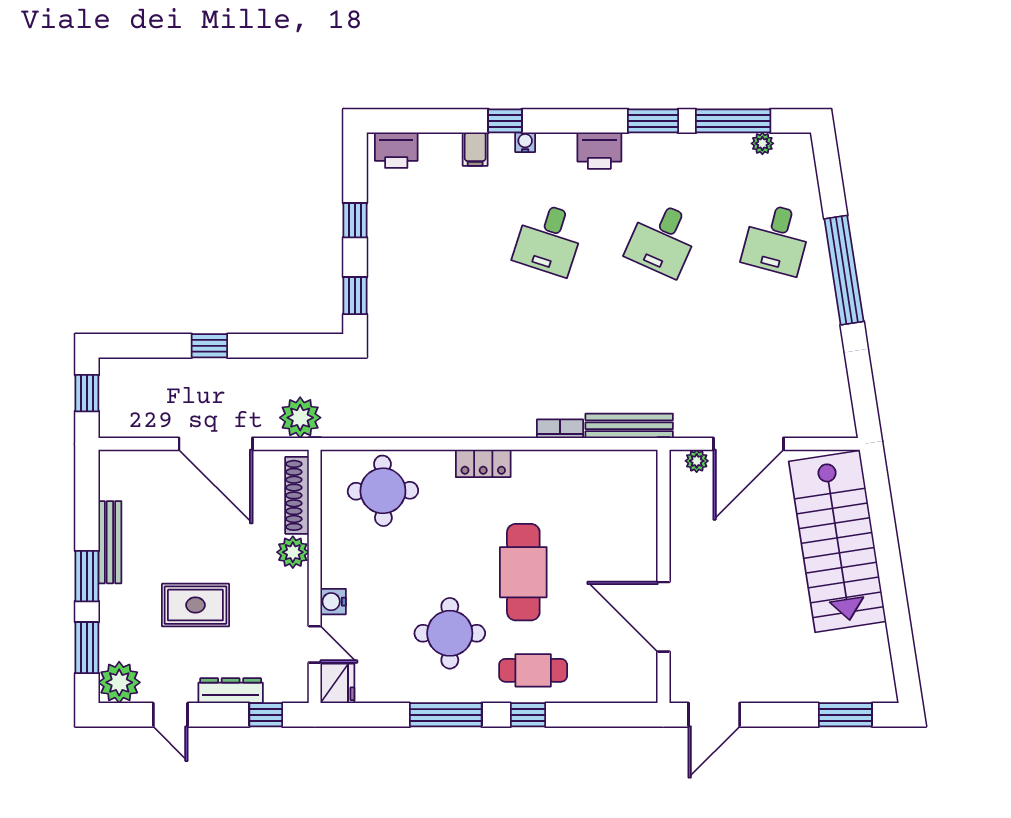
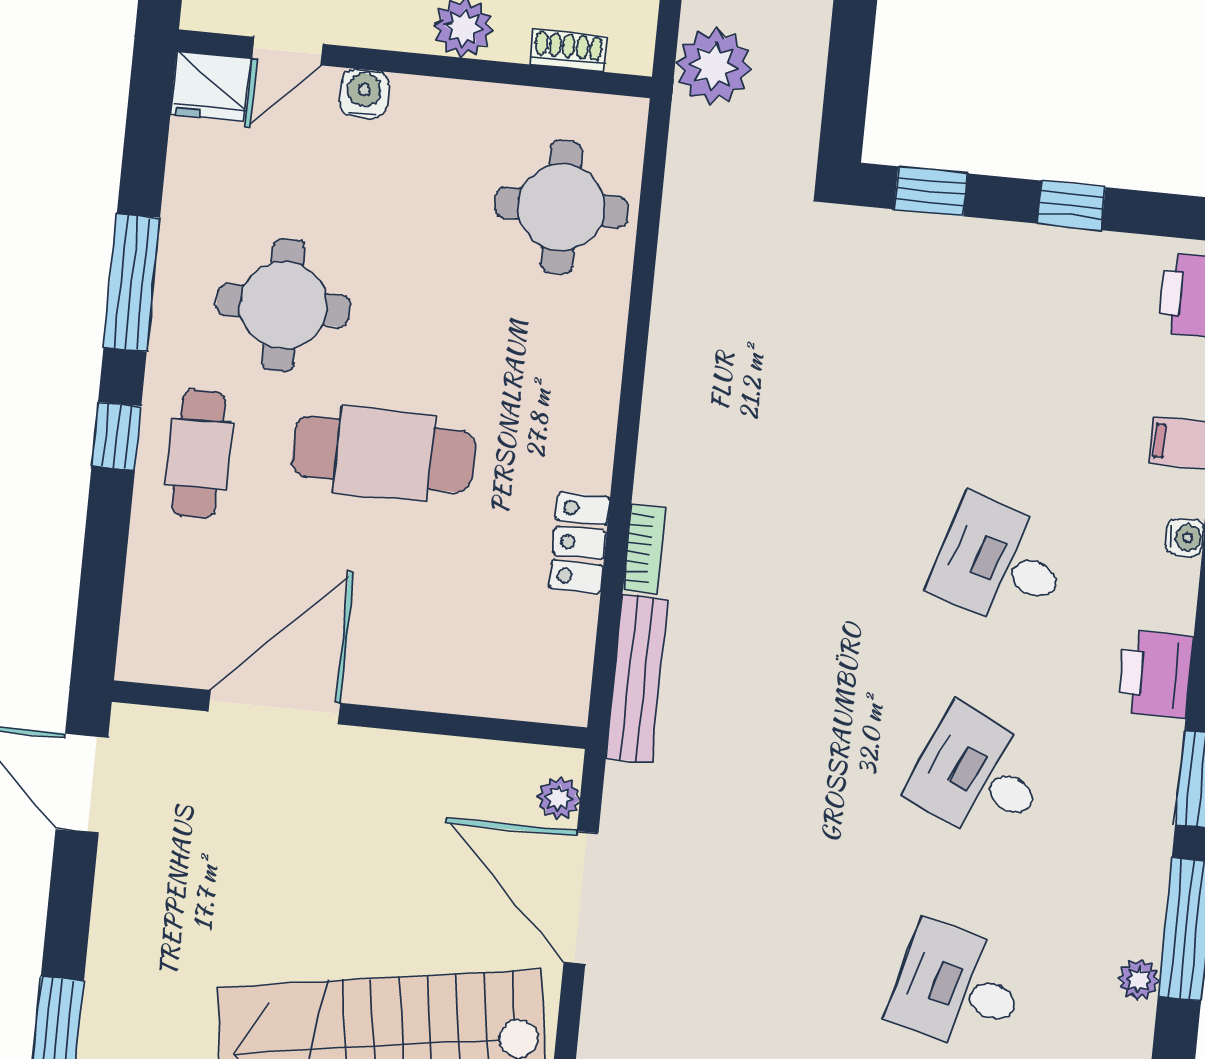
locker: (483, 463) -> (580, 543), moved
shoe rack: (297, 495) -> (568, 50), width x0.51, depth x0.81

